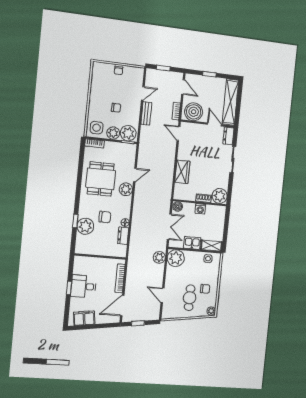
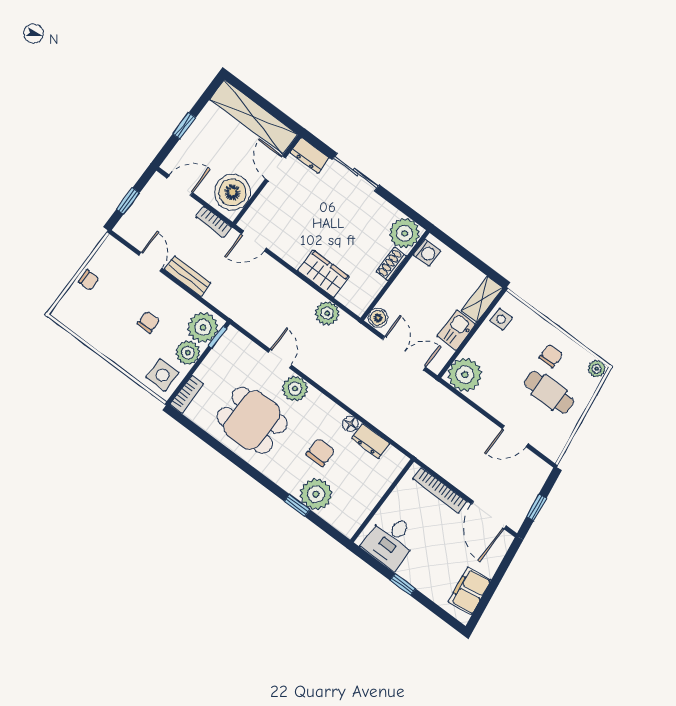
door: (214, 124) -> (275, 168), hinge flipped
washing machine: (200, 209) -> (427, 253), moved
plant: (159, 257) -> (327, 313), moved
desk: (84, 286) -> (391, 541), moved

